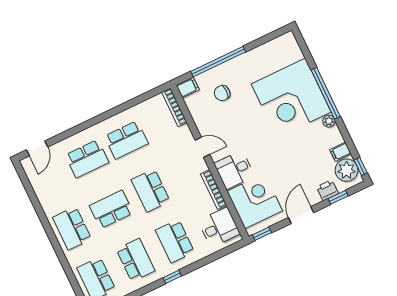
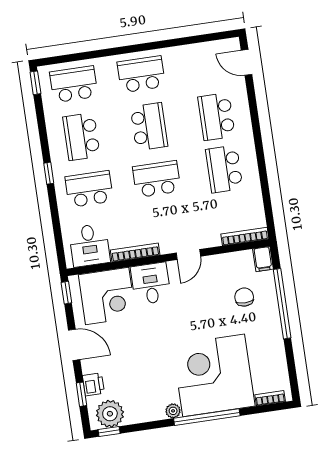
bookcase: (295, 48) -> (270, 398), added
filing cabinet: (340, 152) -> (133, 413), removed
school desk: (136, 260) -> (81, 137), turned 90

